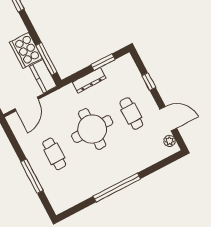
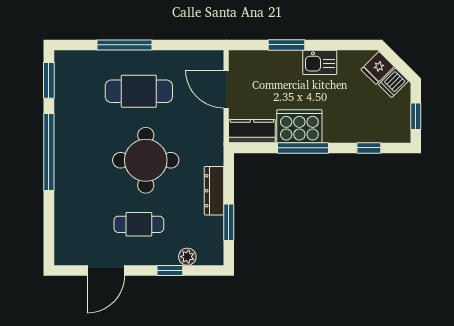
window: (47, 59) -> (303, 148), moved
plant: (170, 141) -> (187, 257), moved
cafe table: (54, 154) -> (139, 91), width x1.37, depth x1.35
window: (75, 209) -> (49, 80), added

